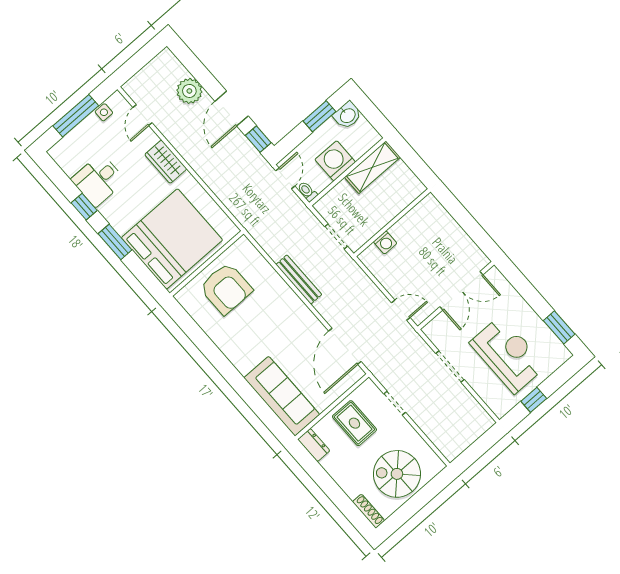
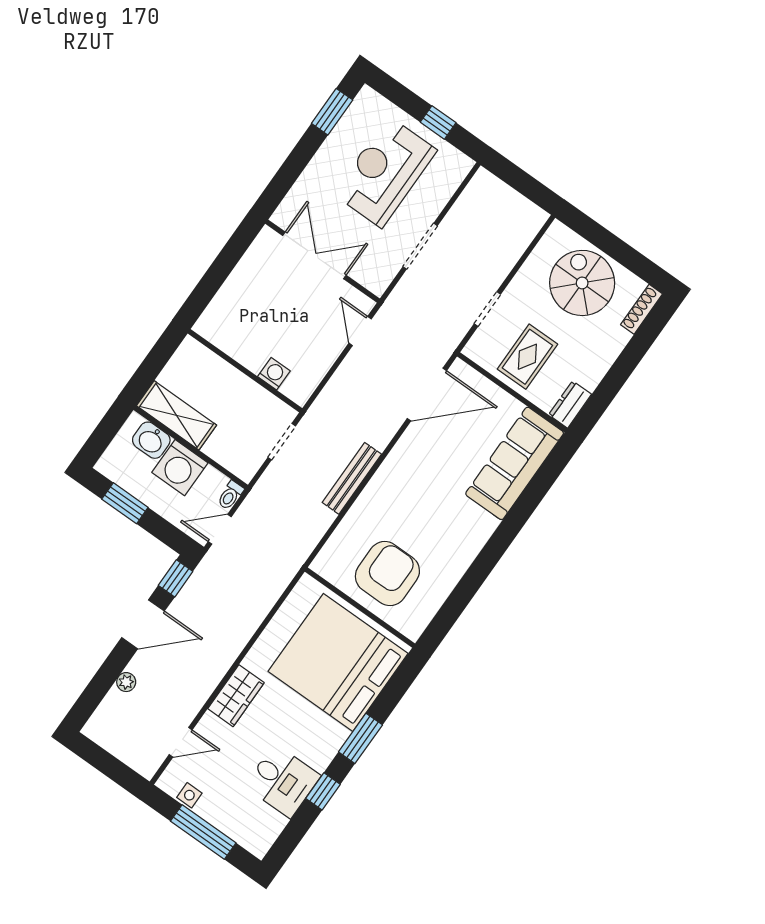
plant: (189, 91) -> (126, 682), width x0.53, depth x0.53
washbasin: (347, 115) -> (151, 440), moved, turned 180
spiral stairs: (397, 474) -> (582, 283), turned 180

